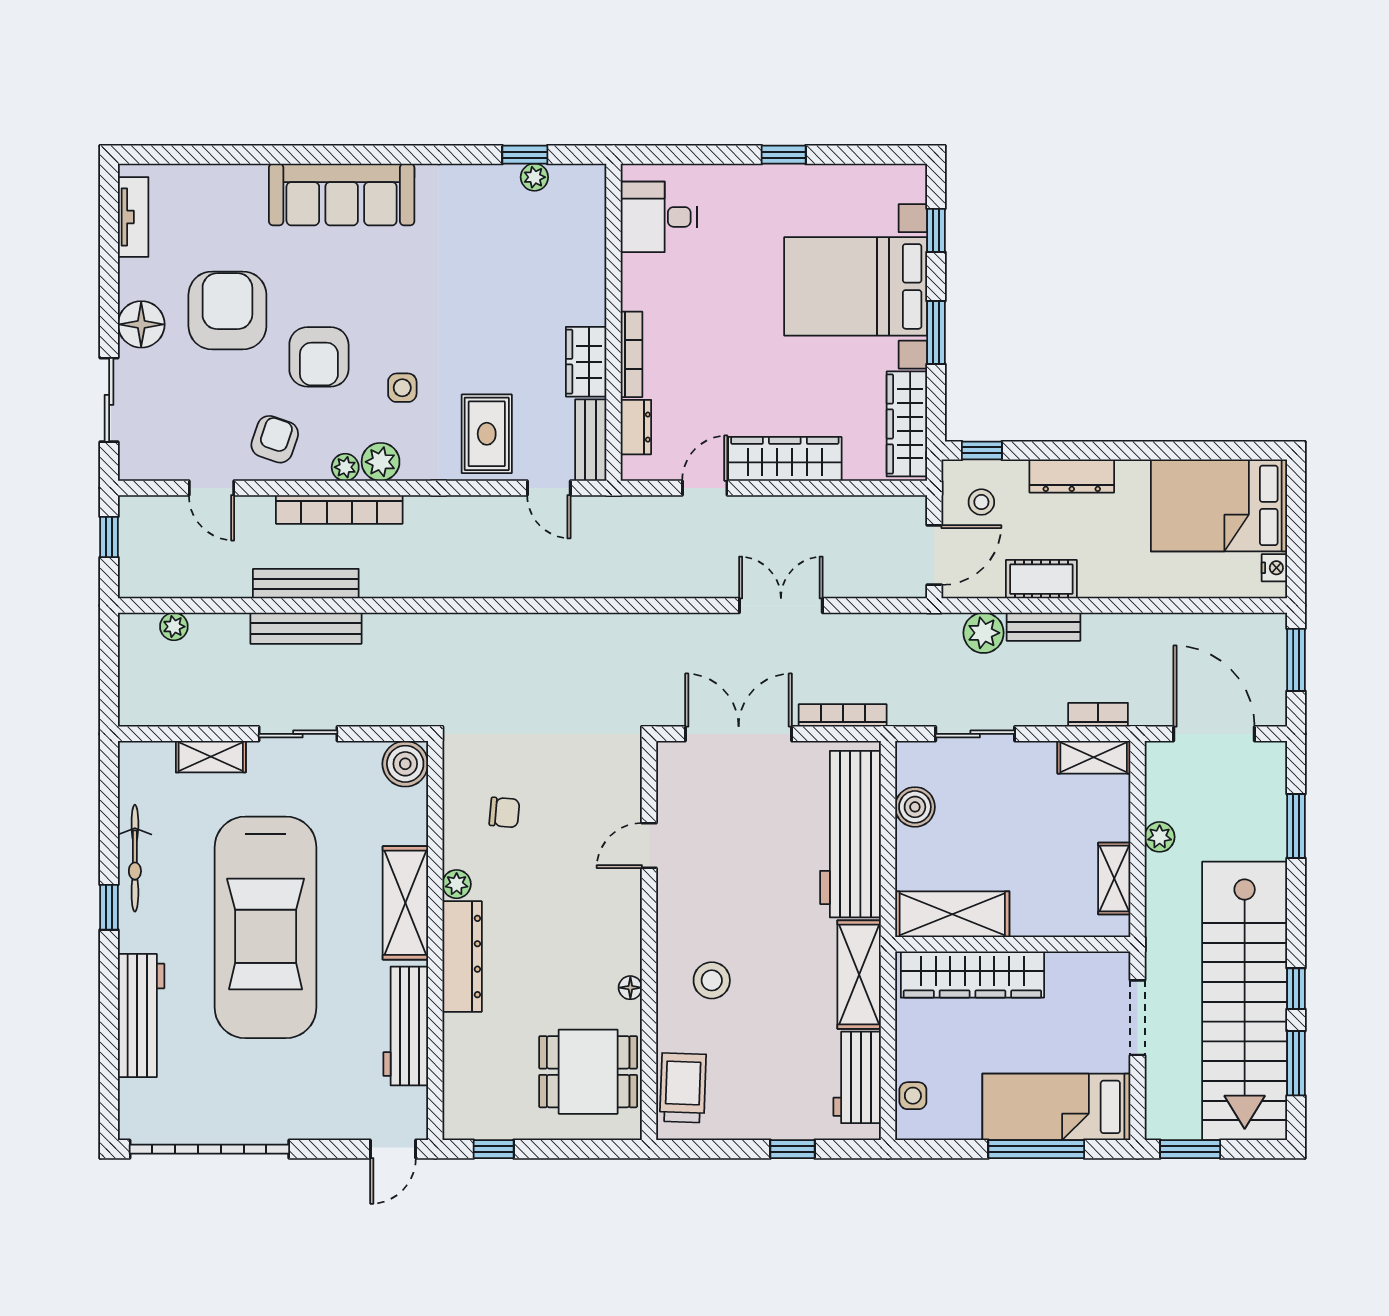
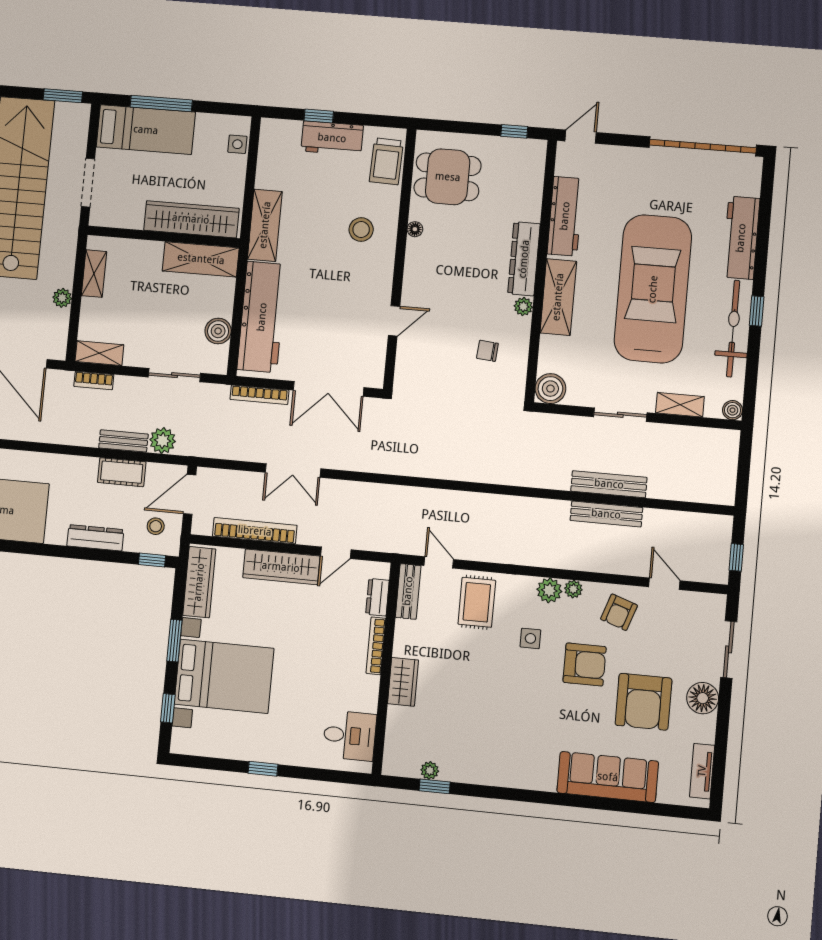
sofa: (342, 194) -> (608, 777), moved
armchair: (319, 357) -> (585, 664), turned 90
wardrobe: (586, 362) -> (403, 682), moved
bookcase: (339, 509) -> (255, 531), moved
plant: (174, 627) -> (697, 494), removed
boiler: (133, 756) -> (733, 410), added
bicycle: (135, 858) -> (733, 329), width x1.37, depth x1.40
workbench: (857, 1077) -> (332, 138), moved, turned 90

